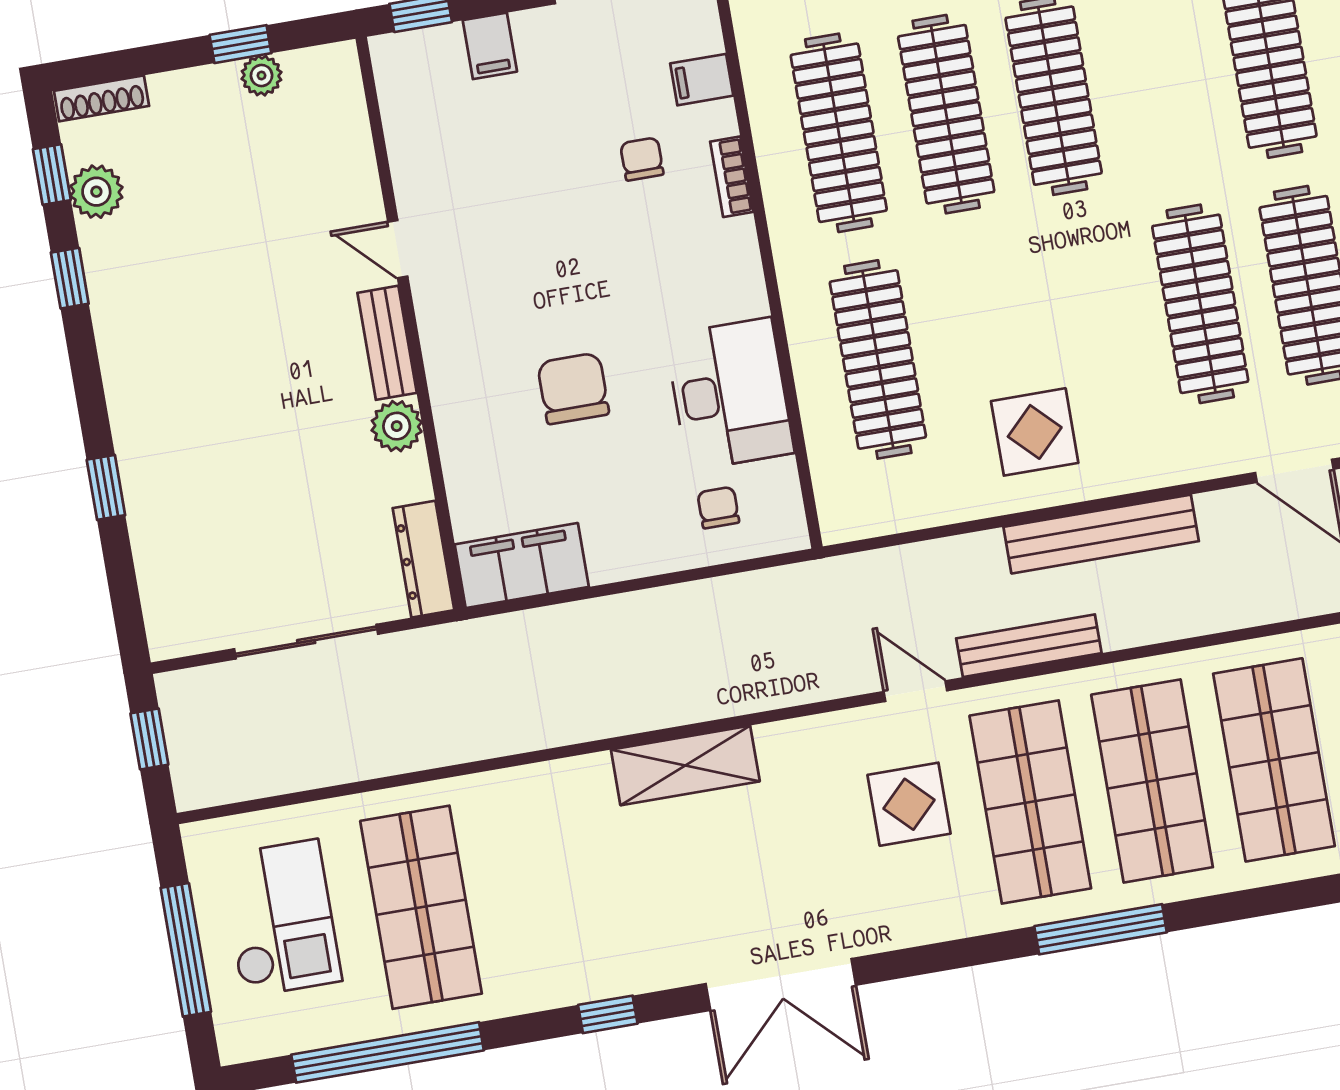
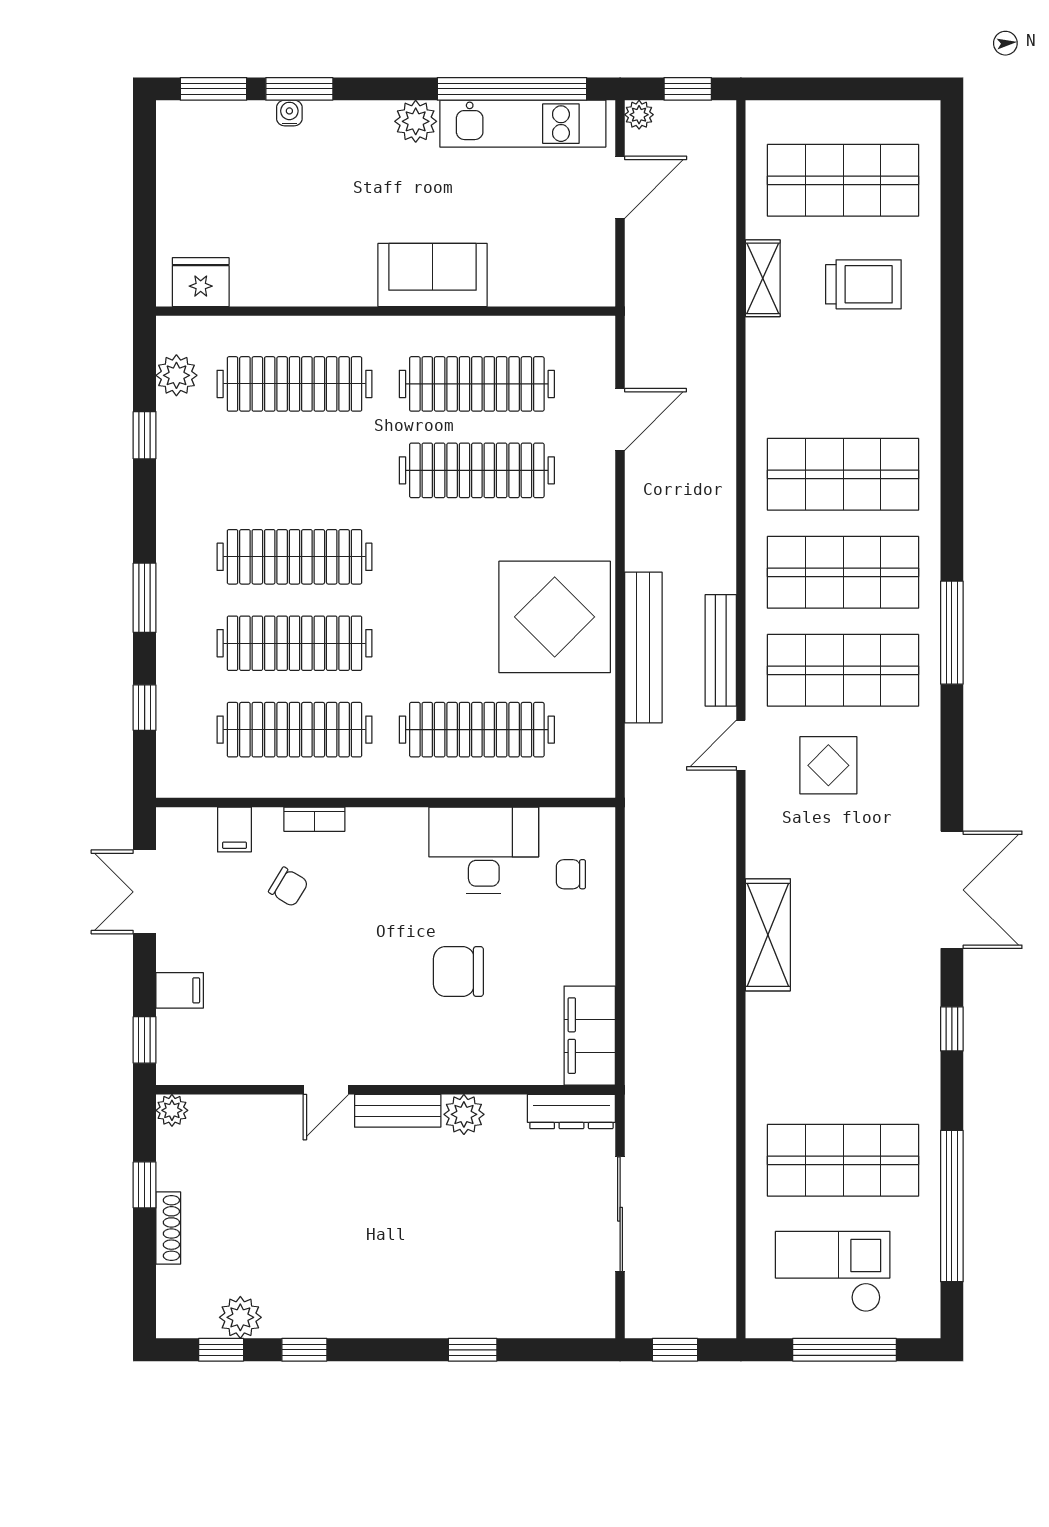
plant: (261, 76) -> (172, 1110), moved
shoe rack: (101, 98) -> (168, 1228), moved
chair: (642, 159) -> (288, 887), turned -149
display table: (1035, 432) -> (555, 617), width x1.86, depth x1.86
bench: (1101, 534) -> (643, 648), moved

